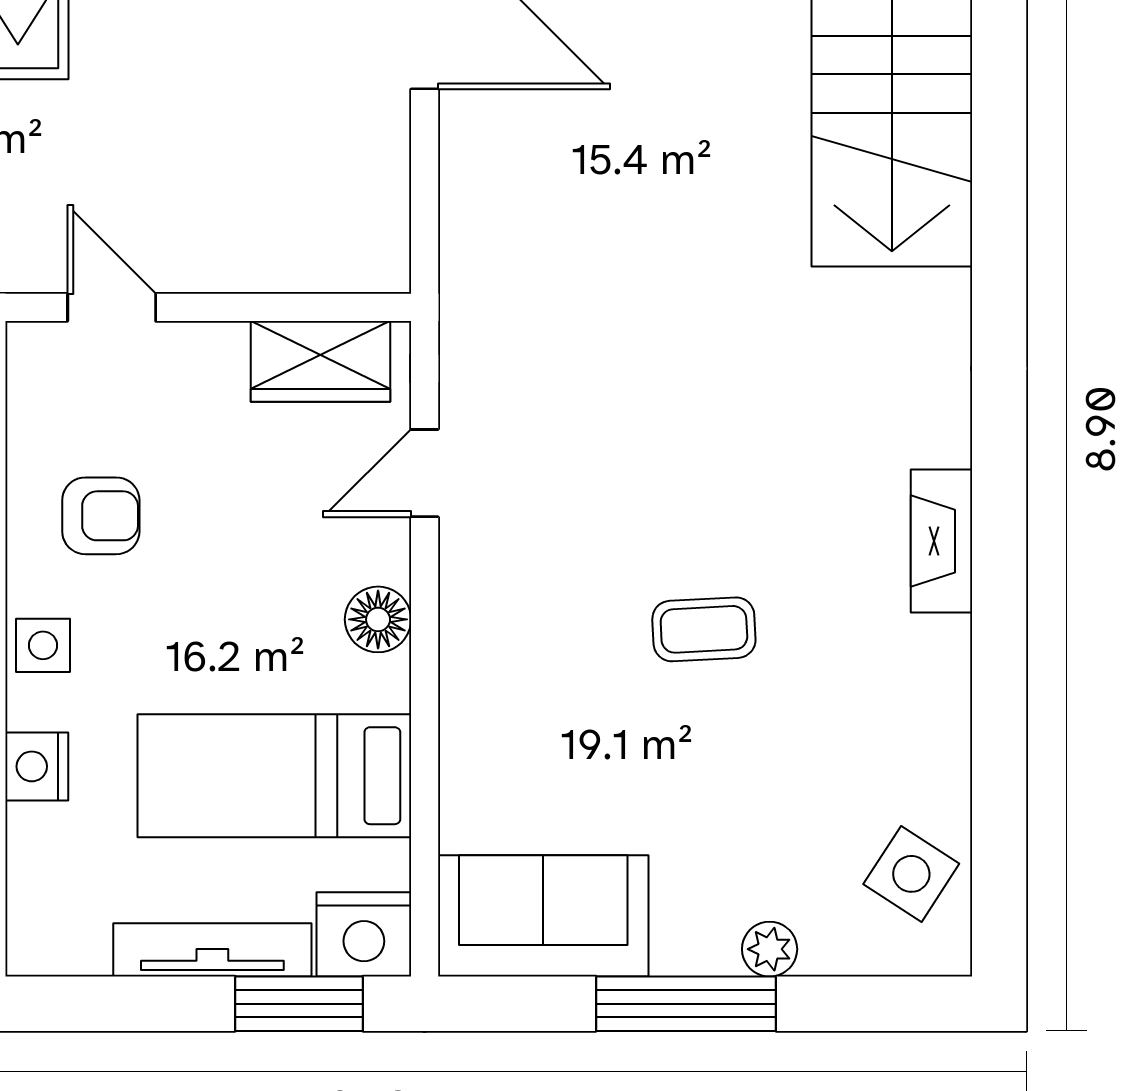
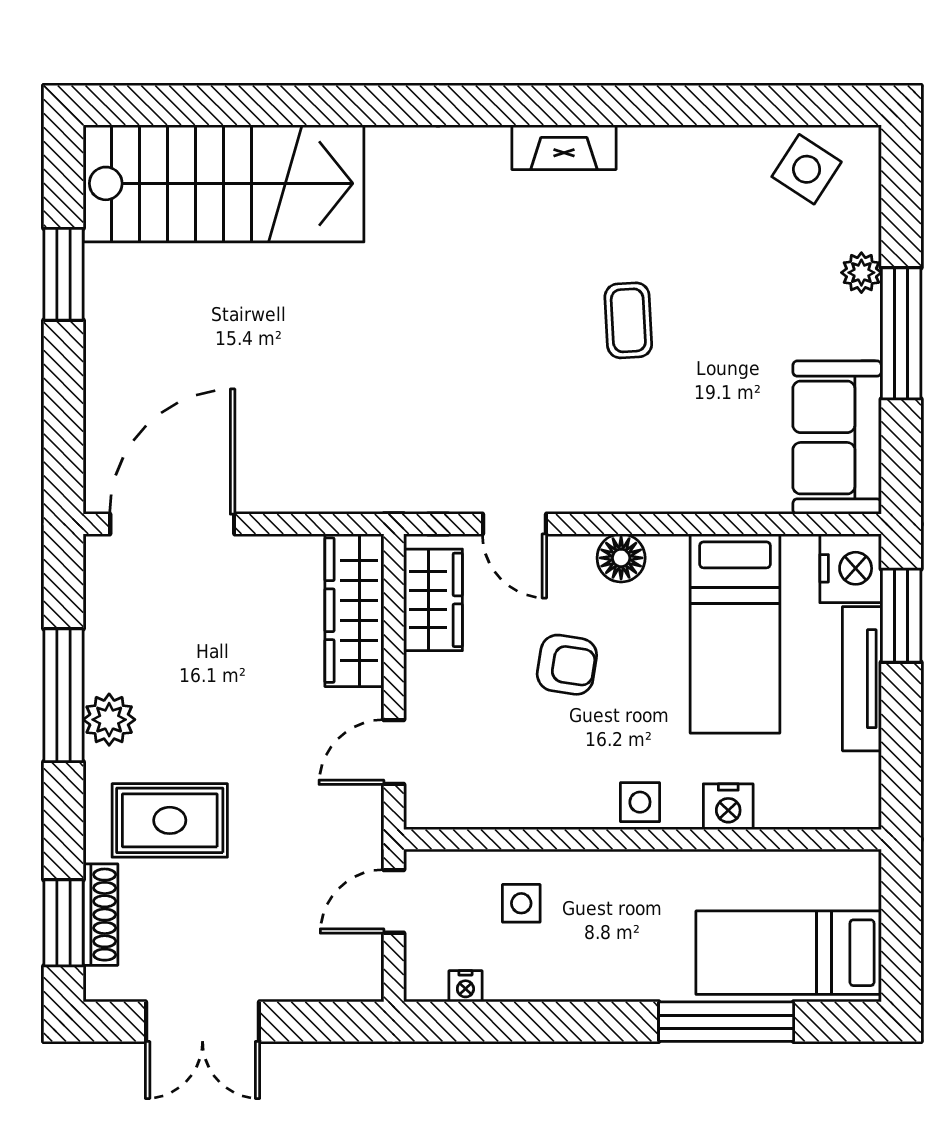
wardrobe: (306, 253) -> (354, 610), added
armchair: (101, 516) -> (567, 665), moved, turned 99

